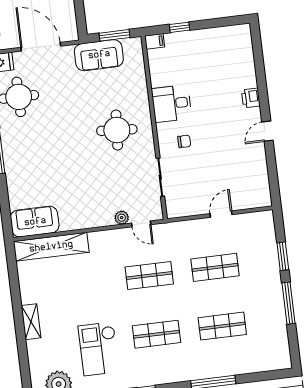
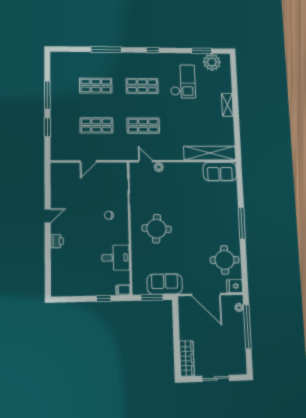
desk: (172, 104) -> (116, 258), moved

